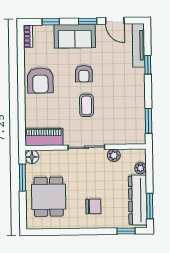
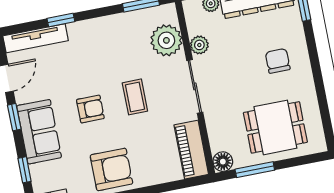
coffee table: (87, 105) -> (135, 97), turned 90
plant: (121, 134) -> (166, 40), added

